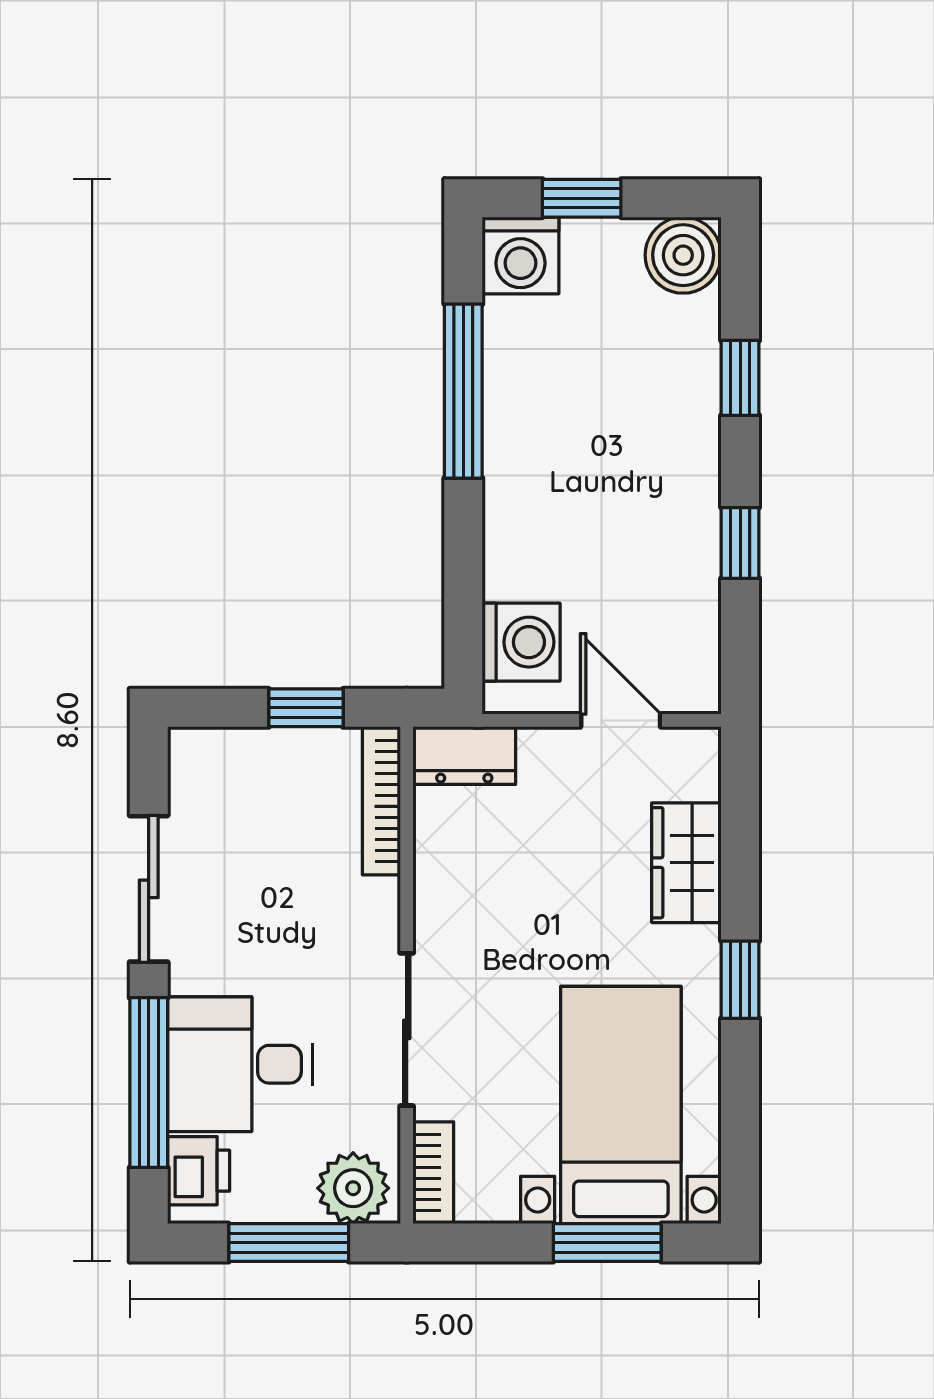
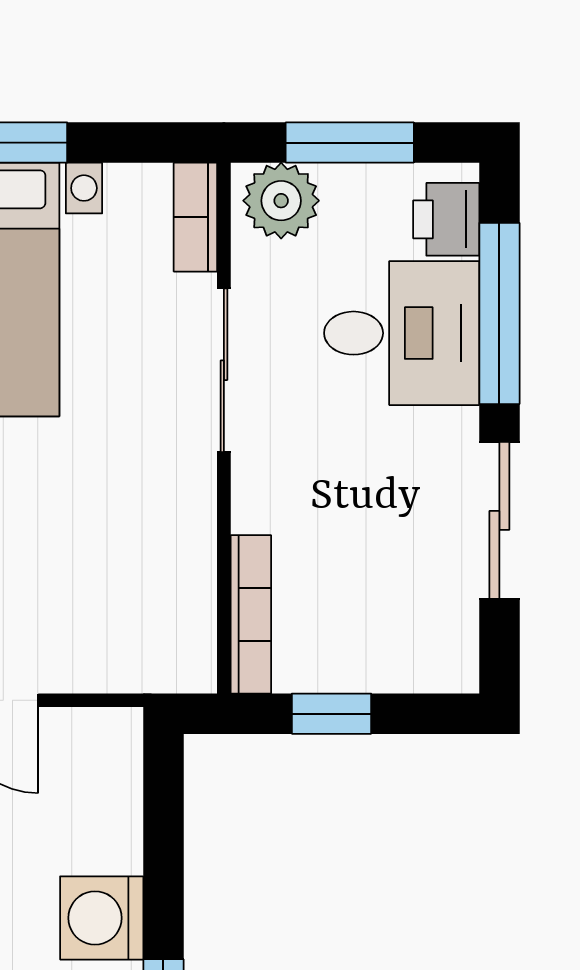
washing machine: (521, 642) -> (102, 918), moved
dresser: (464, 756) -> (162, 663), removed

